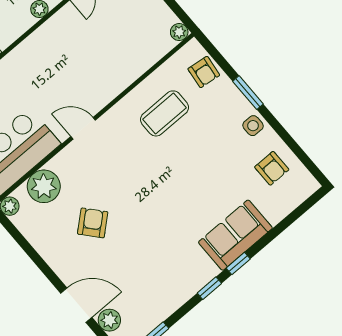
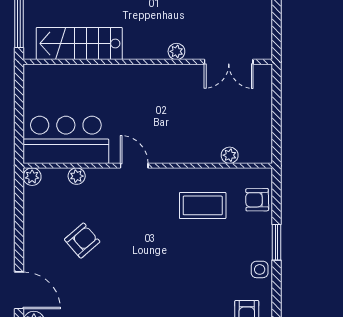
plant: (179, 32) -> (230, 155), moved
armchair: (204, 72) -> (257, 200), turned 82
plant: (44, 186) -> (77, 176), width x0.53, depth x0.53

